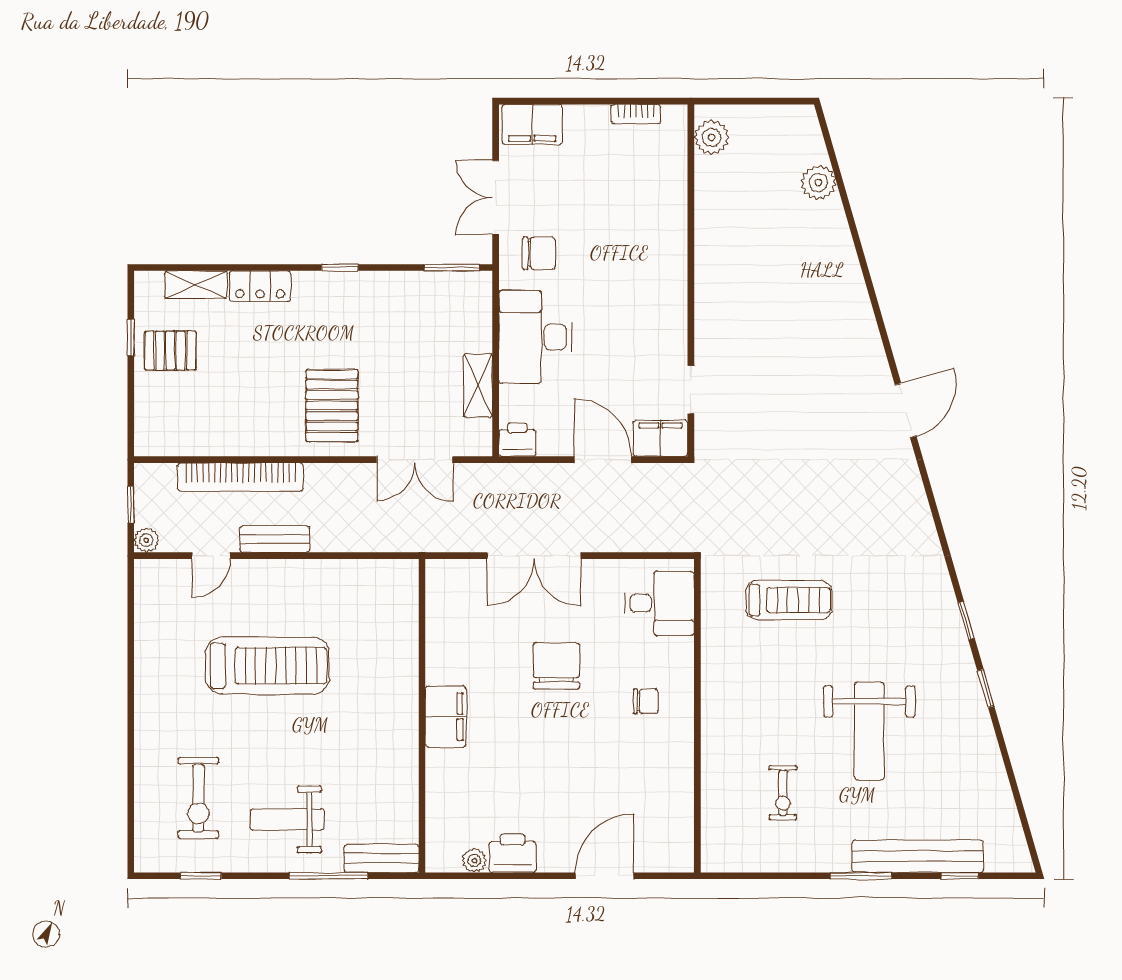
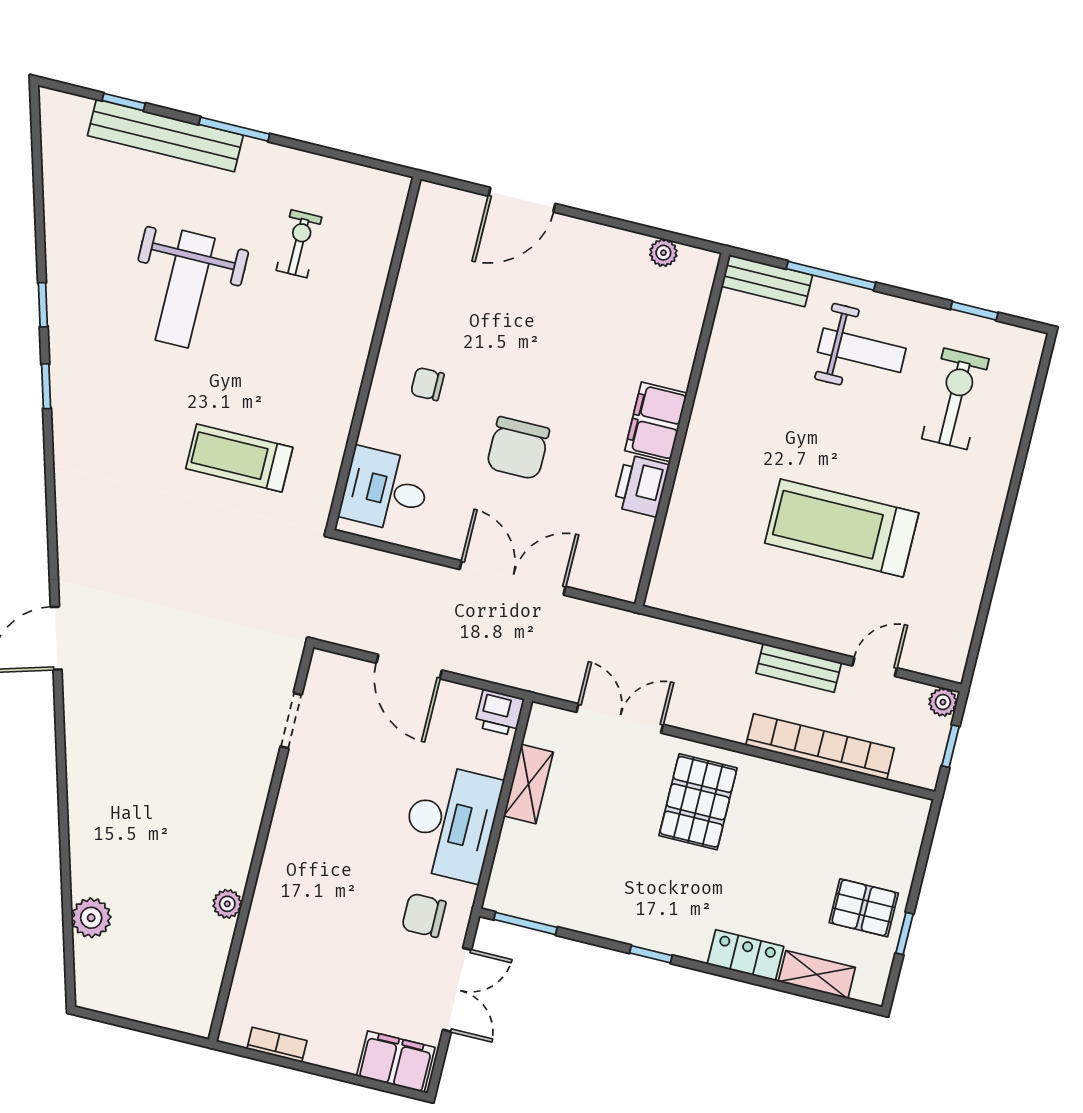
plant: (712, 138) -> (227, 904), moved, width x0.73, depth x0.73
filing cabinet: (660, 438) -> (339, 675), removed
weight bench: (869, 731) -> (185, 289), turned 180
printer: (512, 853) -> (641, 486), moved, turned 90

